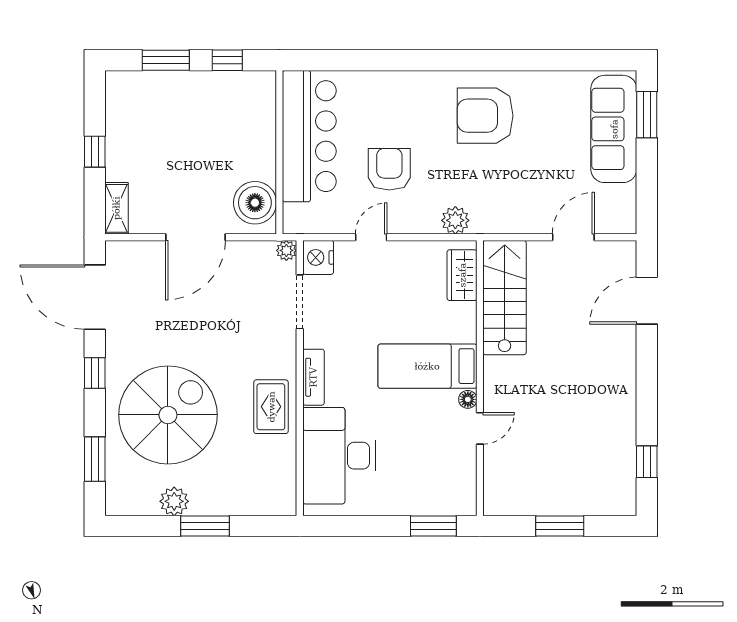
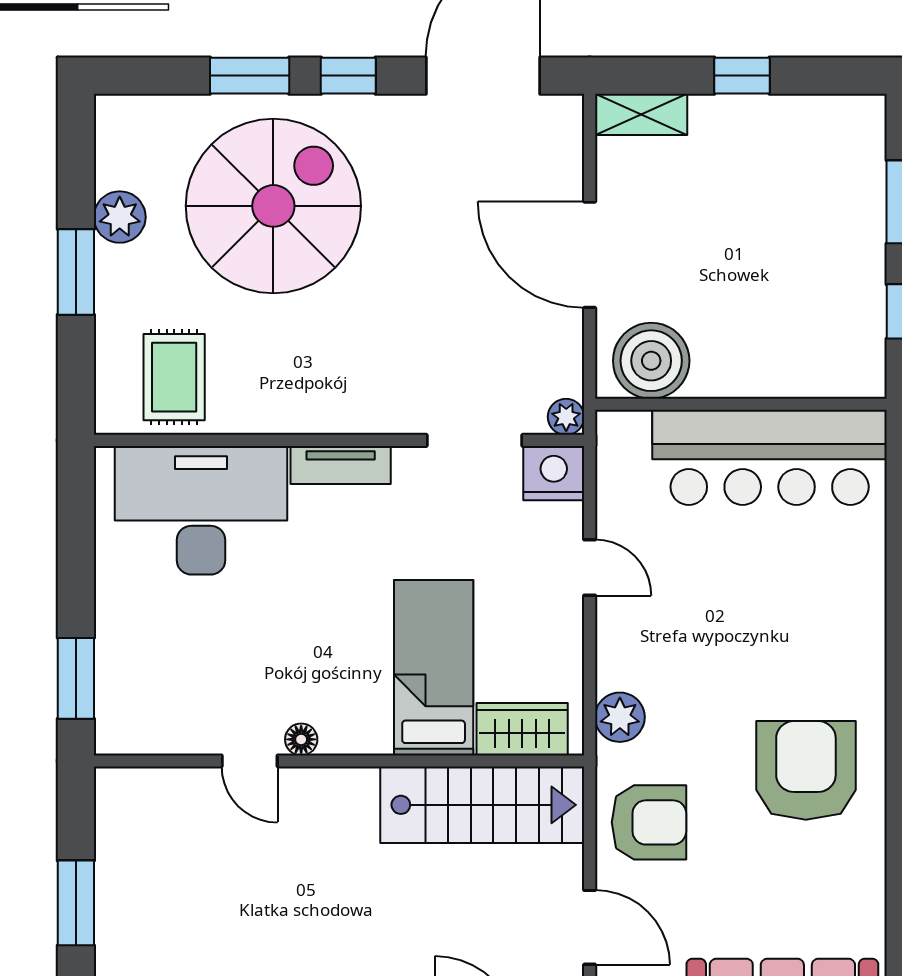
armchair: (389, 169) -> (649, 822), moved
bed: (427, 366) -> (434, 668), moved
rug: (271, 407) -> (174, 377), moved, turned 90
spiral stairs: (168, 415) -> (273, 206), turned -90
window: (95, 459) -> (250, 76), moved

